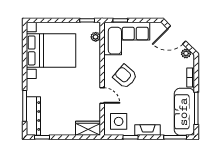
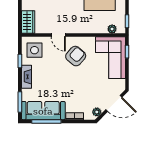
door: (177, 35) -> (114, 103), swing flipped
door: (102, 95) -> (58, 35), hinge flipped

